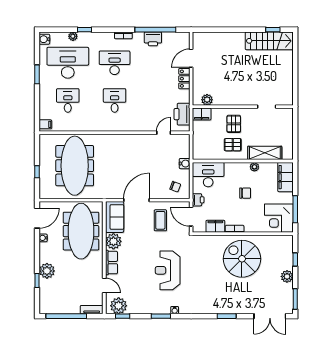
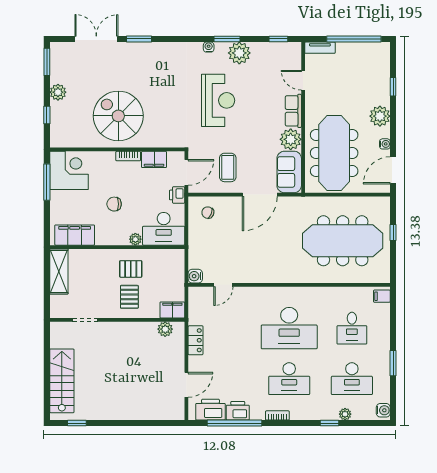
stairs: (269, 41) -> (62, 381), moved, turned 90
desk: (68, 63) -> (352, 379), width x0.73, depth x0.77
locker: (184, 79) -> (196, 340), moved
desk: (115, 100) -> (289, 328), width x1.87, depth x1.30
printer: (182, 114) -> (210, 410), moved, turned -90
shelving: (265, 153) -> (59, 271), moved, turned 90
water cooler: (185, 164) -> (195, 276), moved
meeting table: (75, 166) -> (343, 241), turned 90
plant: (254, 167) -> (135, 239), moved
filing cabinet: (285, 177) -> (75, 235), moved, turned -90
door: (191, 217) -> (186, 172), hinge flipped
spiral stairs: (242, 259) -> (118, 116), turned 180
plant: (47, 271) -> (380, 116), moved
plant: (119, 306) -> (239, 53), moved
double door: (270, 316) -> (96, 39), moved

